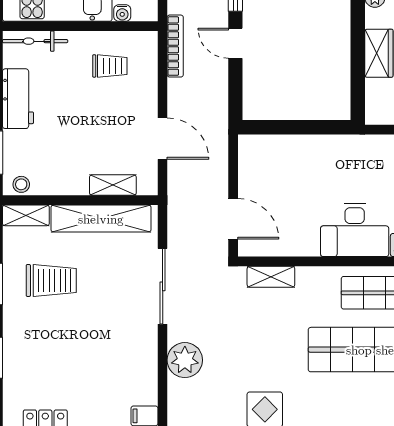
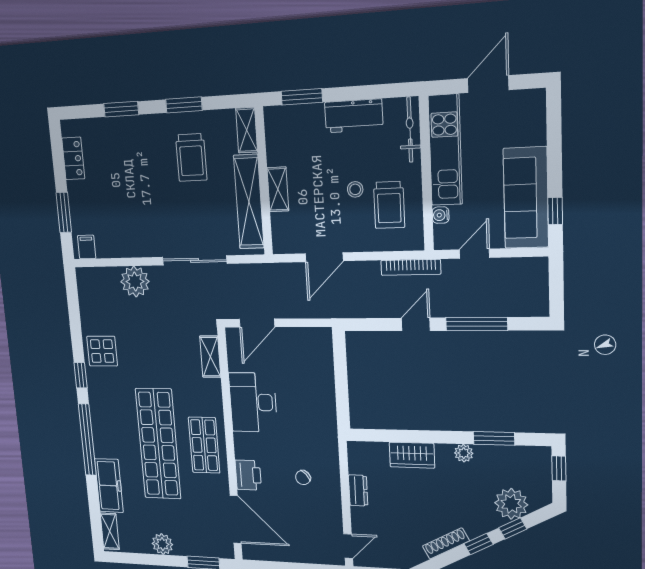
trolley: (110, 66) -> (389, 205), width x1.36, depth x1.39
stool: (21, 184) -> (355, 189), moved
shelving: (113, 185) -> (278, 189), moved
desk: (355, 230) -> (253, 402), moved

